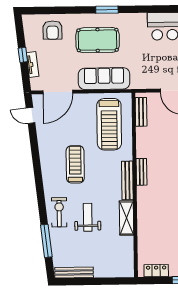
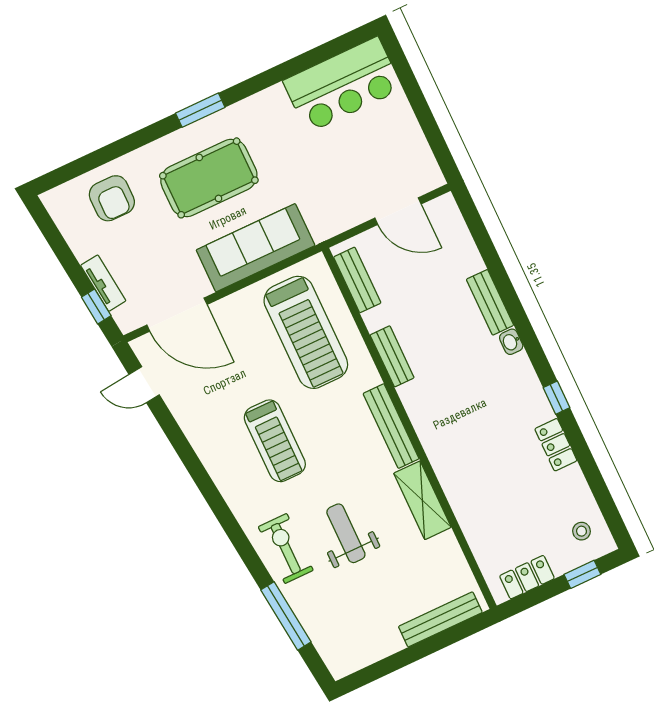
window: (23, 55) -> (96, 306), moved
door: (58, 92) -> (177, 315), hinge flipped
treadmill: (75, 164) -> (275, 441), turned 180
bench: (142, 172) -> (392, 356), moved
bench: (74, 273) -> (440, 619), moved

